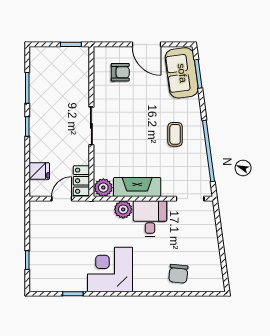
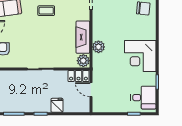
fridge: (39, 171) -> (57, 105), moved
desk: (150, 218) -> (143, 98), moved, turned 180

